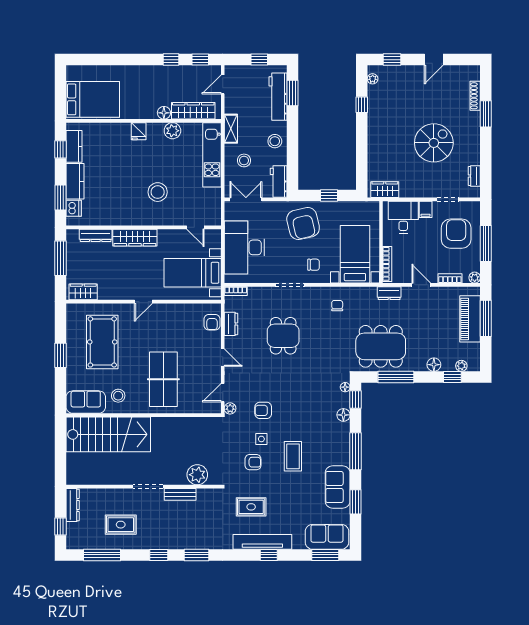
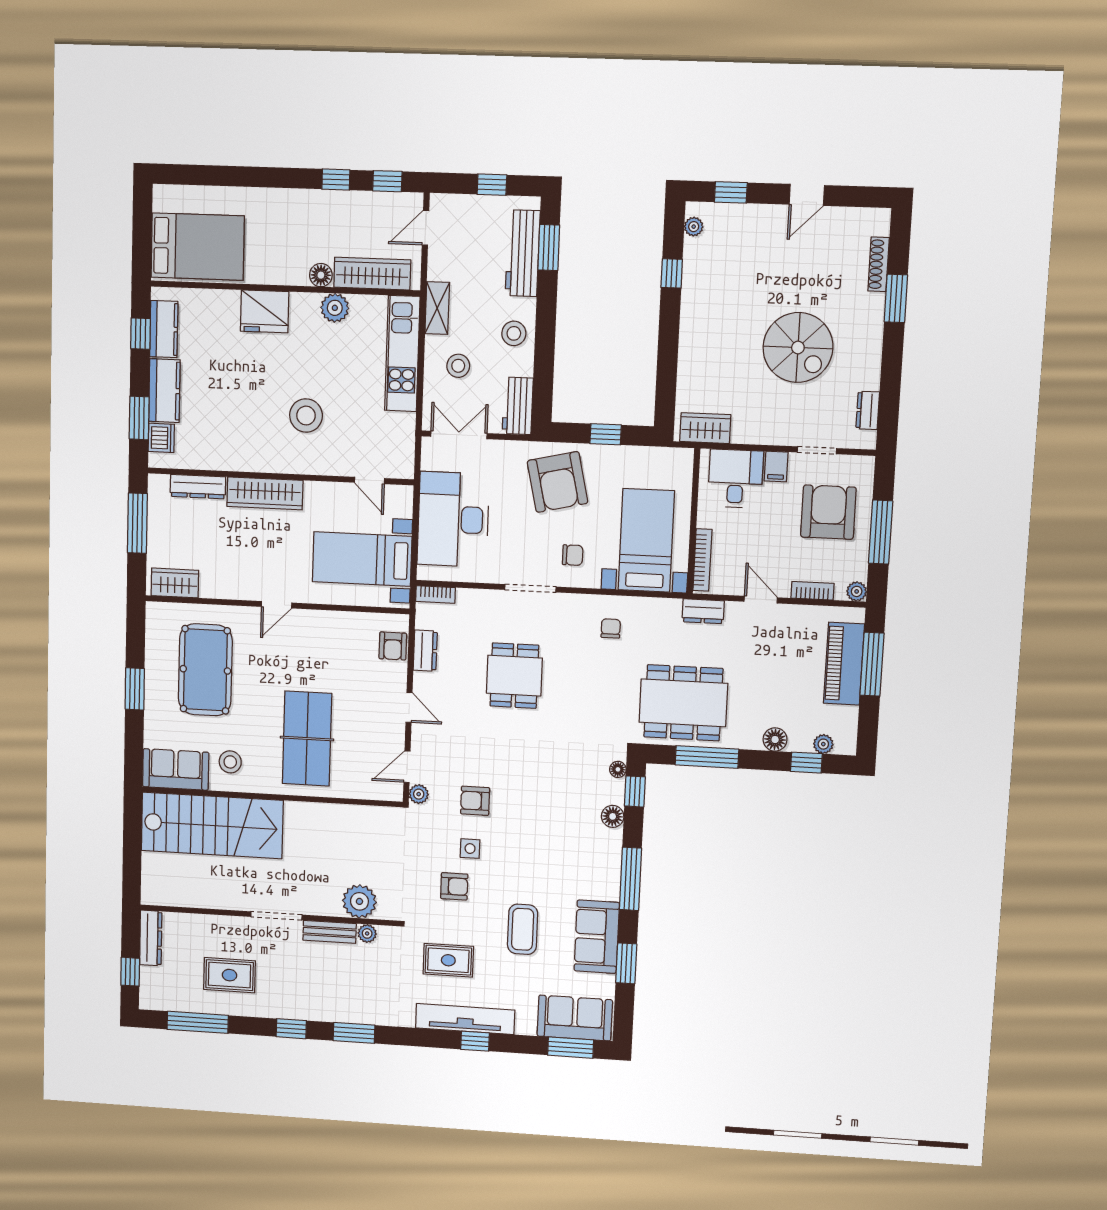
fridge: (139, 131) -> (265, 311), width x1.88, depth x1.34
spiral stairs: (434, 143) -> (798, 347), turned 90
coffee table: (293, 456) -> (523, 929), moved
plant: (202, 494) -> (367, 933), added

